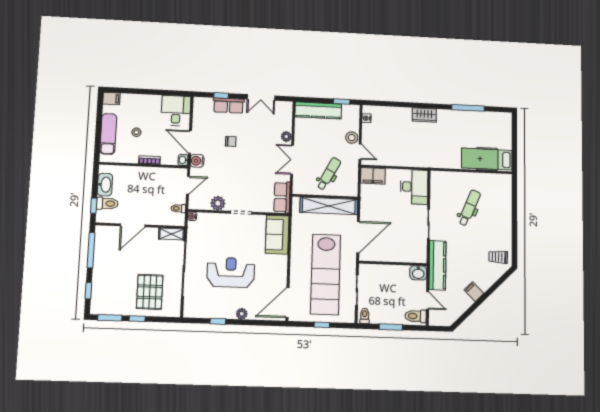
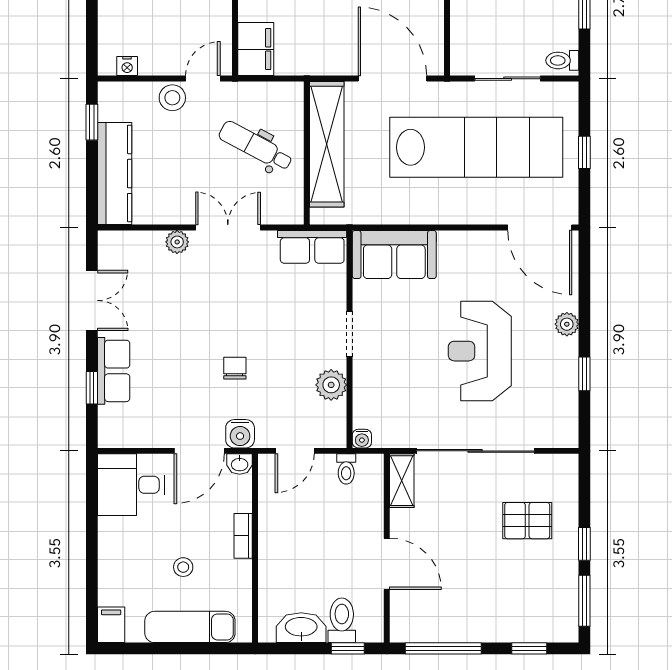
chair: (231, 141) -> (235, 368), moved
double door: (292, 160) -> (228, 228), swing flipped
door: (188, 185) -> (295, 451), swing flipped
pallet: (150, 292) -> (527, 521), width x0.67, depth x0.71

